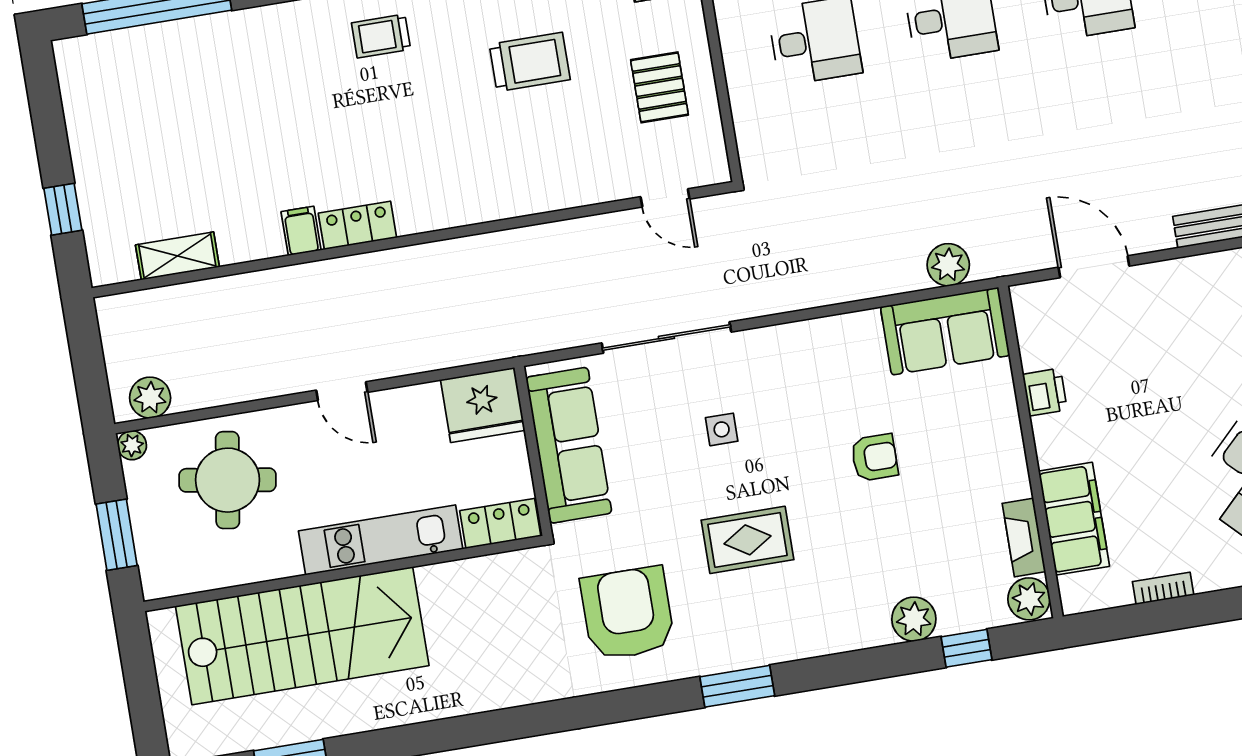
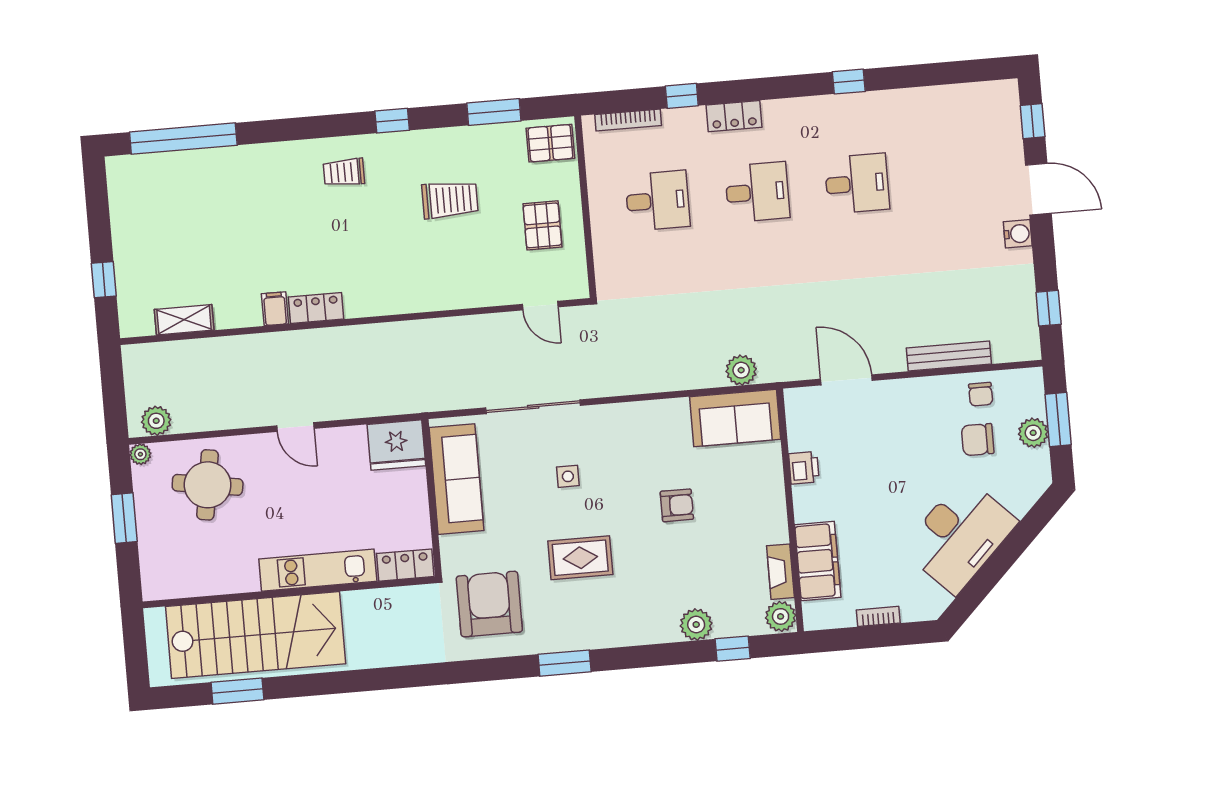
locker: (500, 523) -> (405, 565), moved
kitchen unit: (381, 540) -> (318, 570), moved
wall: (344, 573) -> (289, 592), moved
stairs: (302, 636) -> (256, 635), moved

